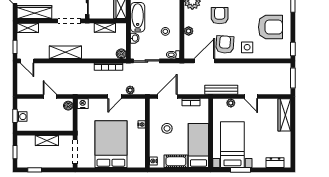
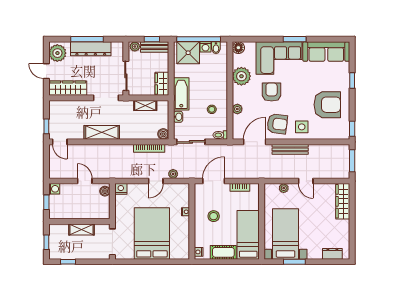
shelving: (28, 28) -> (60, 106), removed
armchair: (225, 45) -> (277, 124), turned 93
bench: (221, 90) -> (290, 149), moved
washing machine: (22, 117) -> (54, 189), moved

